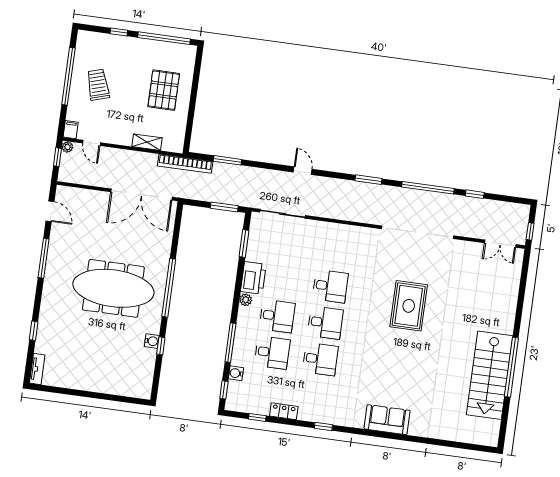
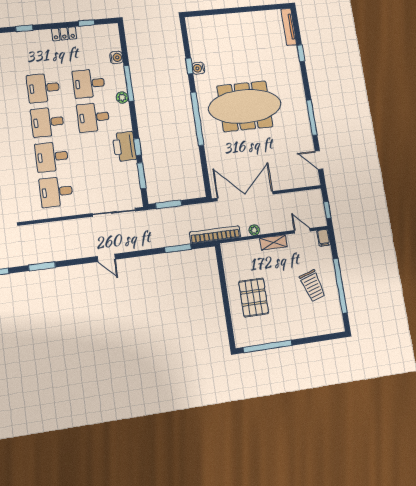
window: (119, 32) -> (309, 340), removed
shelving: (147, 142) -> (273, 242), moved
plant: (67, 147) -> (254, 230), moved
desk: (335, 250) -> (56, 192), added
plant: (246, 300) -> (122, 97), moved
tv unit: (37, 369) -> (289, 27), width x1.41
window: (224, 390) -> (138, 147), moved

